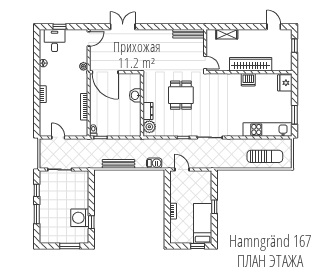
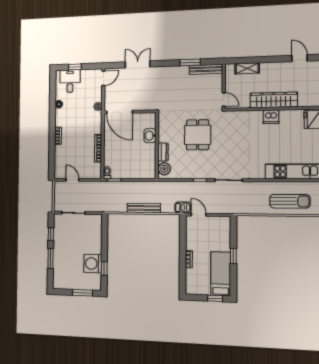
window: (173, 27) -> (190, 62), added
barbecue: (154, 163) -> (183, 208), moved
bench: (118, 164) -> (144, 208), moved

